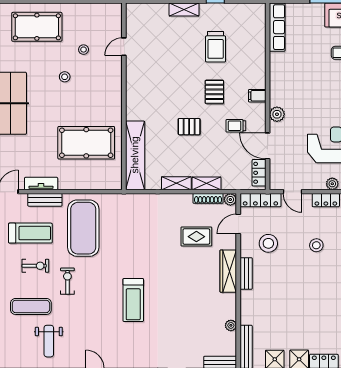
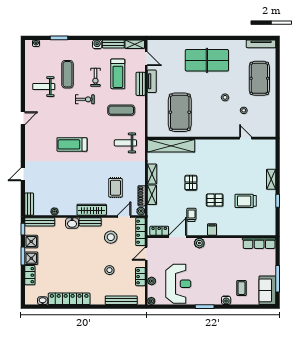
weight bench: (131, 222) -> (125, 143), added
door: (238, 224) -> (124, 216), hinge flipped
exercise mat: (83, 228) -> (121, 110), width x0.50, depth x0.69
washbasin: (248, 300) -> (72, 223), added

